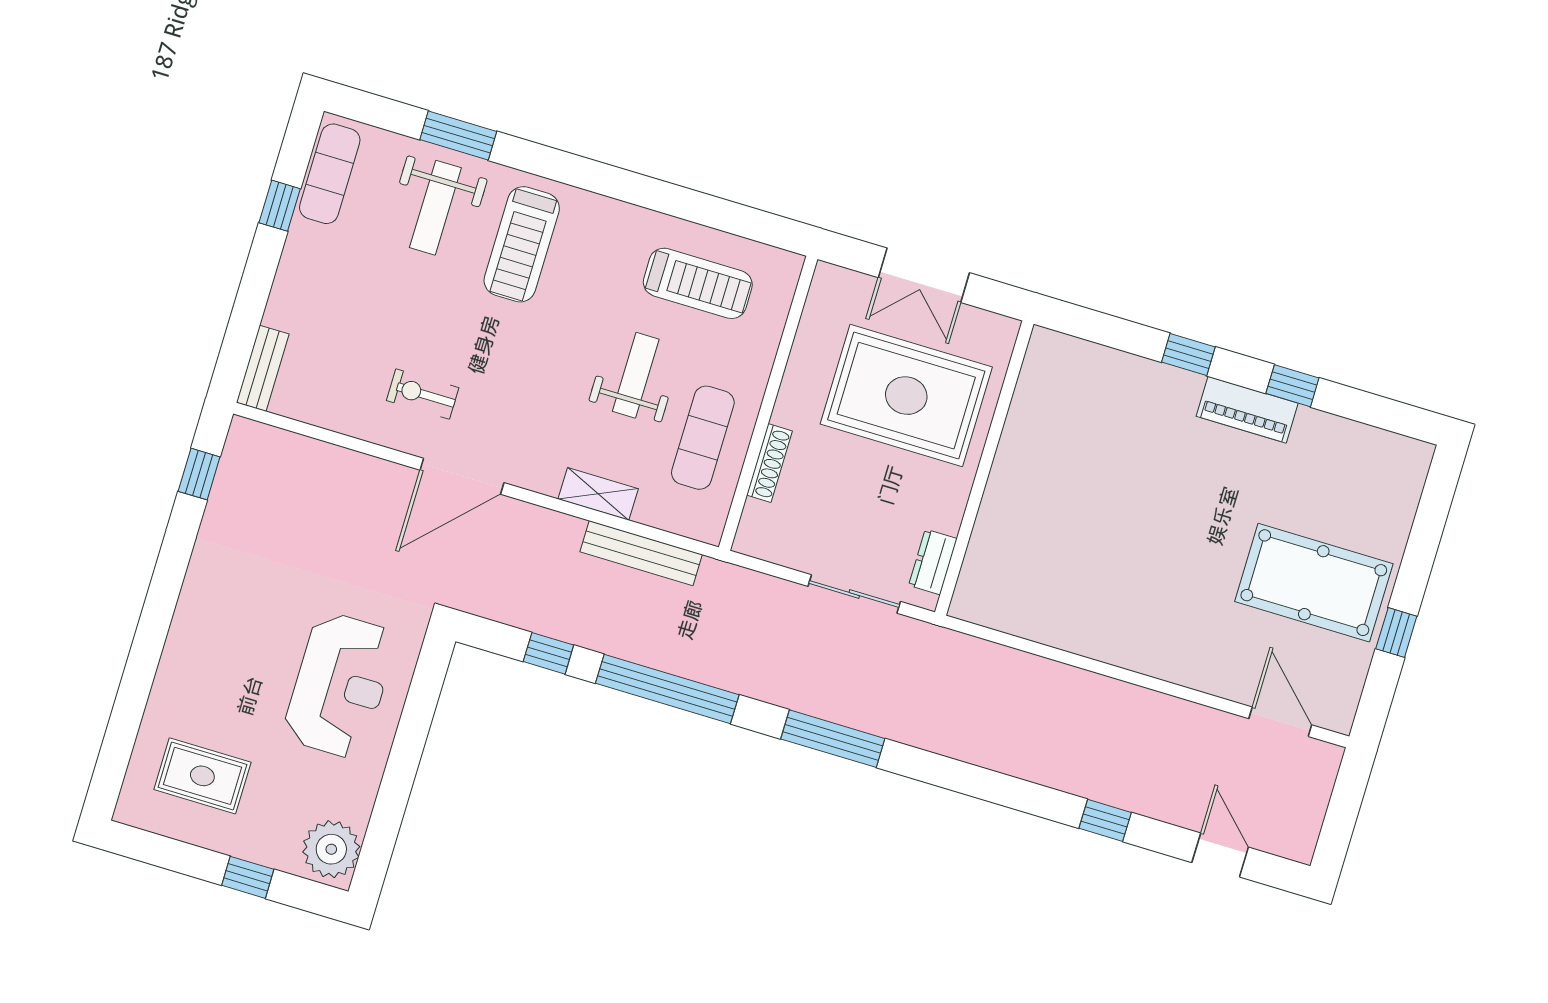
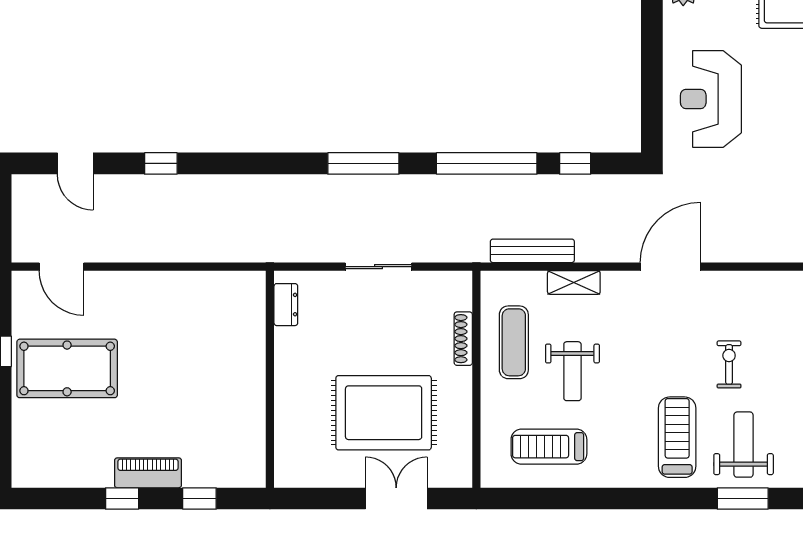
exercise bike: (423, 394) -> (729, 364), moved, turned -90
wall: (984, 468) -> (270, 379), moved
dresser: (933, 562) -> (286, 305), moved

